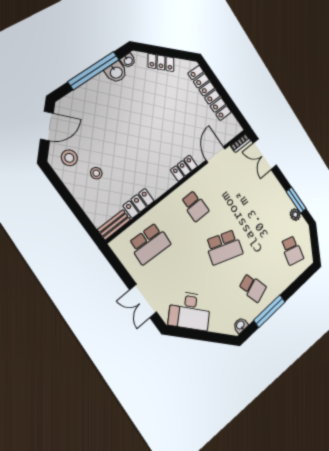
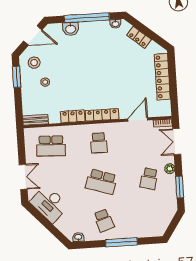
washbasin: (116, 72) -> (71, 29), moved
locker: (184, 168) -> (102, 115), width x1.53
window: (60, 187) -> (17, 77), added
locker: (139, 203) -> (73, 116), moved
plant: (295, 215) -> (170, 169), moved
school desk: (292, 250) -> (149, 179), moved
double door: (143, 301) -> (23, 177), swing flipped
window: (270, 311) -> (121, 242), moved

